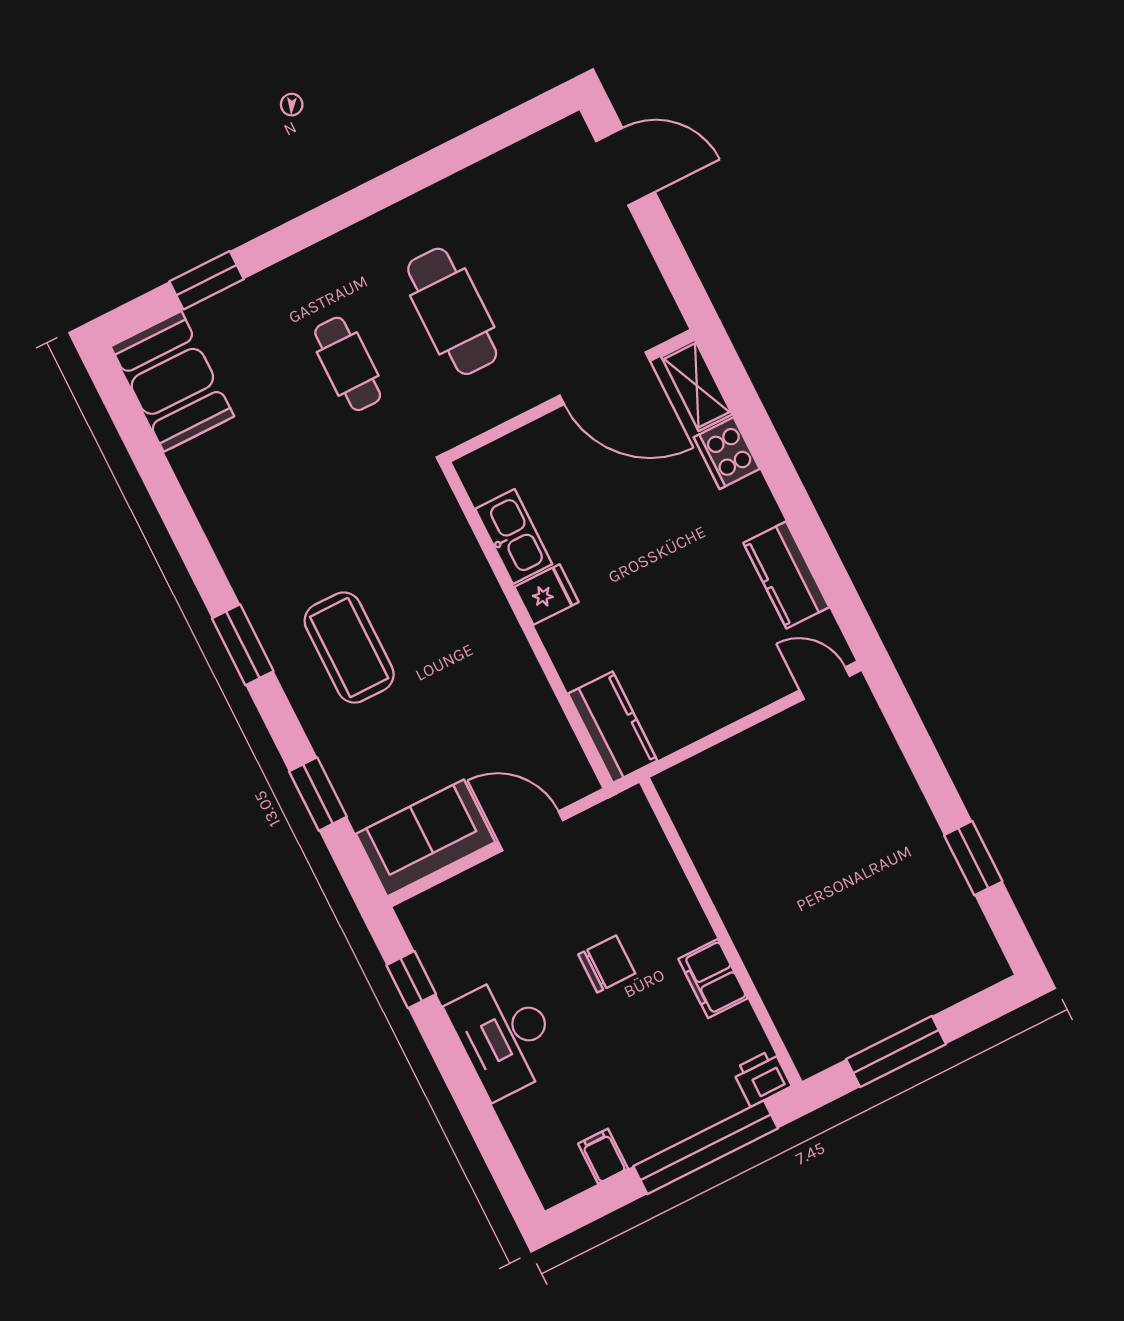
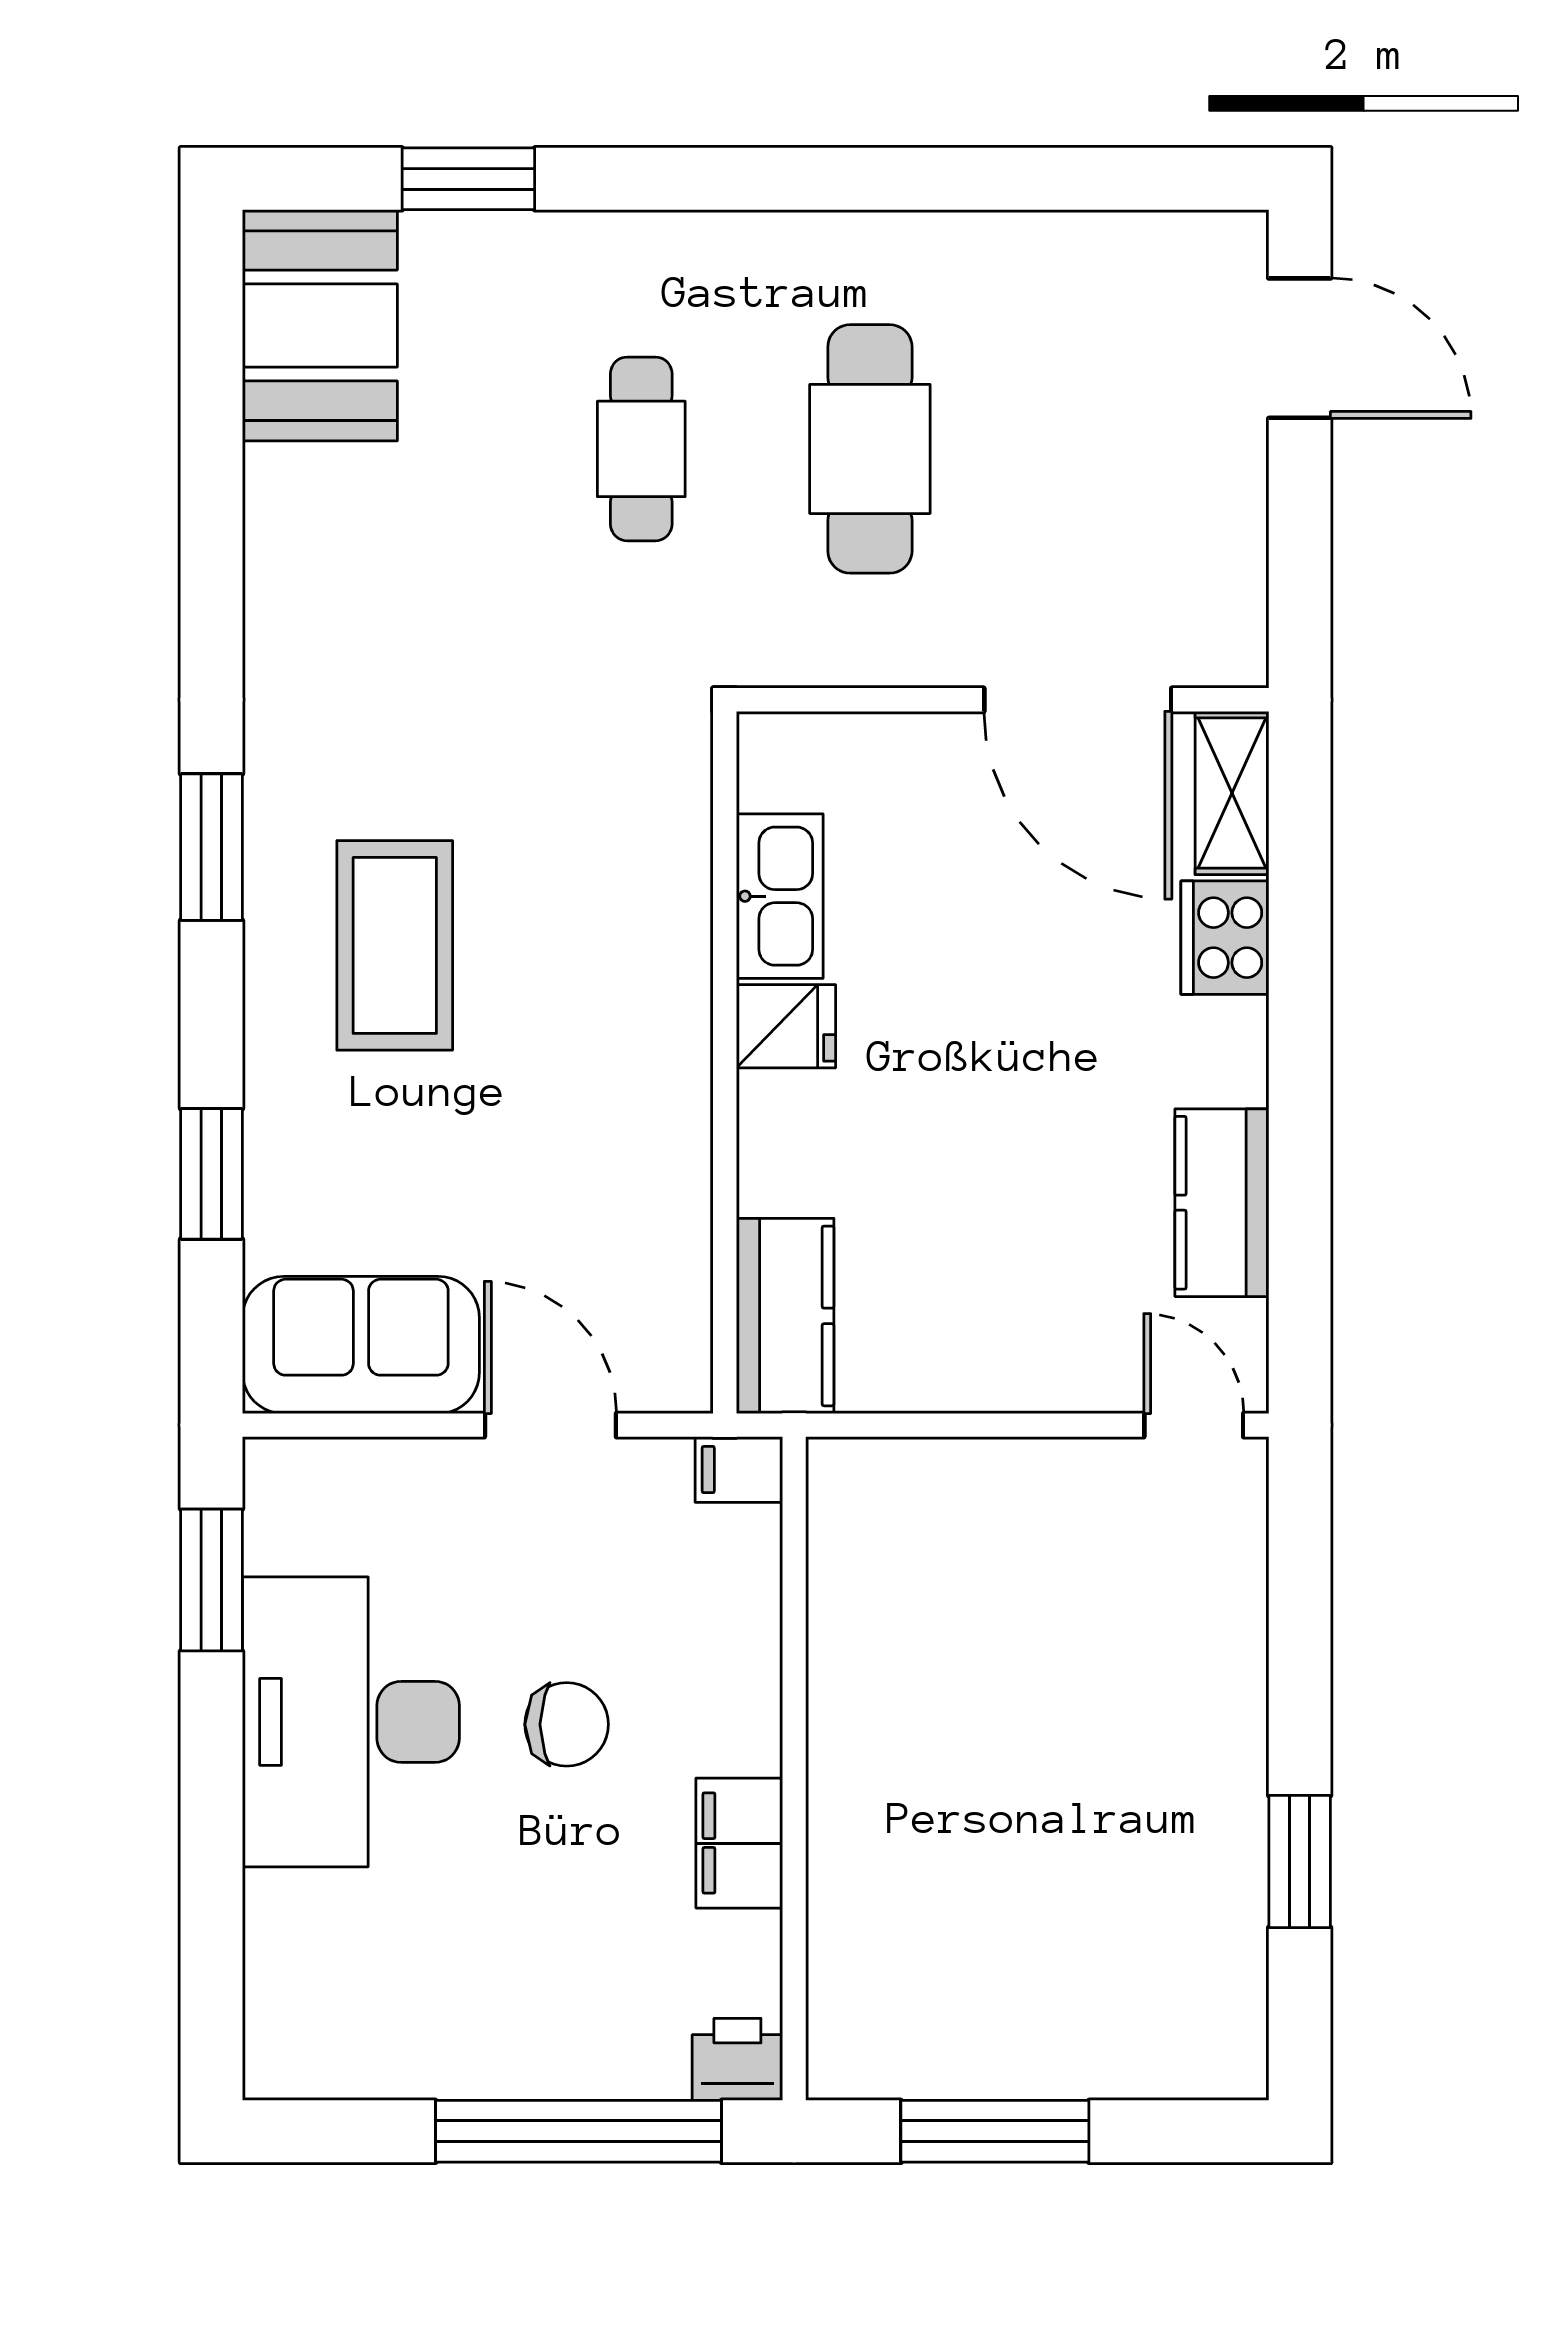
window: (411, 980) -> (212, 1580), width x1.50
desk: (505, 1036) -> (351, 1722), width x1.36, depth x1.30
filing cabinet: (603, 1156) -> (739, 1470), moved, turned -90

